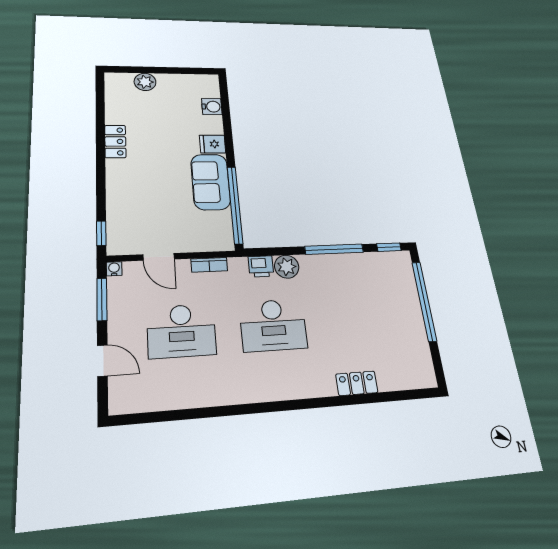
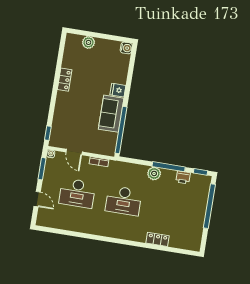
water cooler: (212, 107) -> (126, 48), moved
printer: (261, 266) -> (183, 177), moved
plant: (287, 267) -> (154, 173), moved

